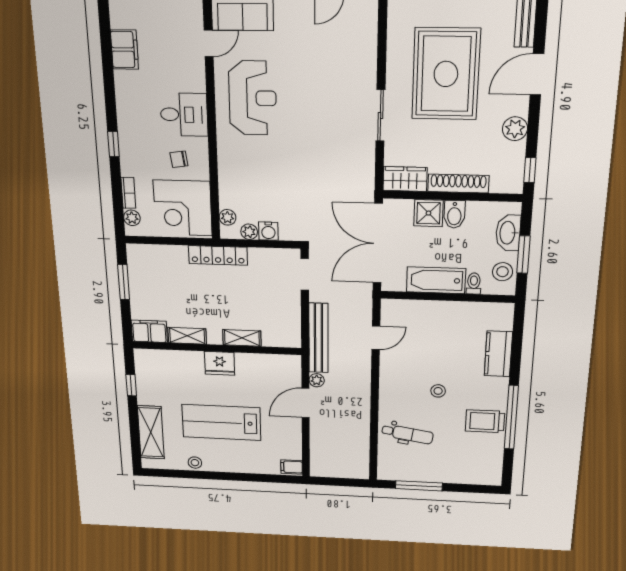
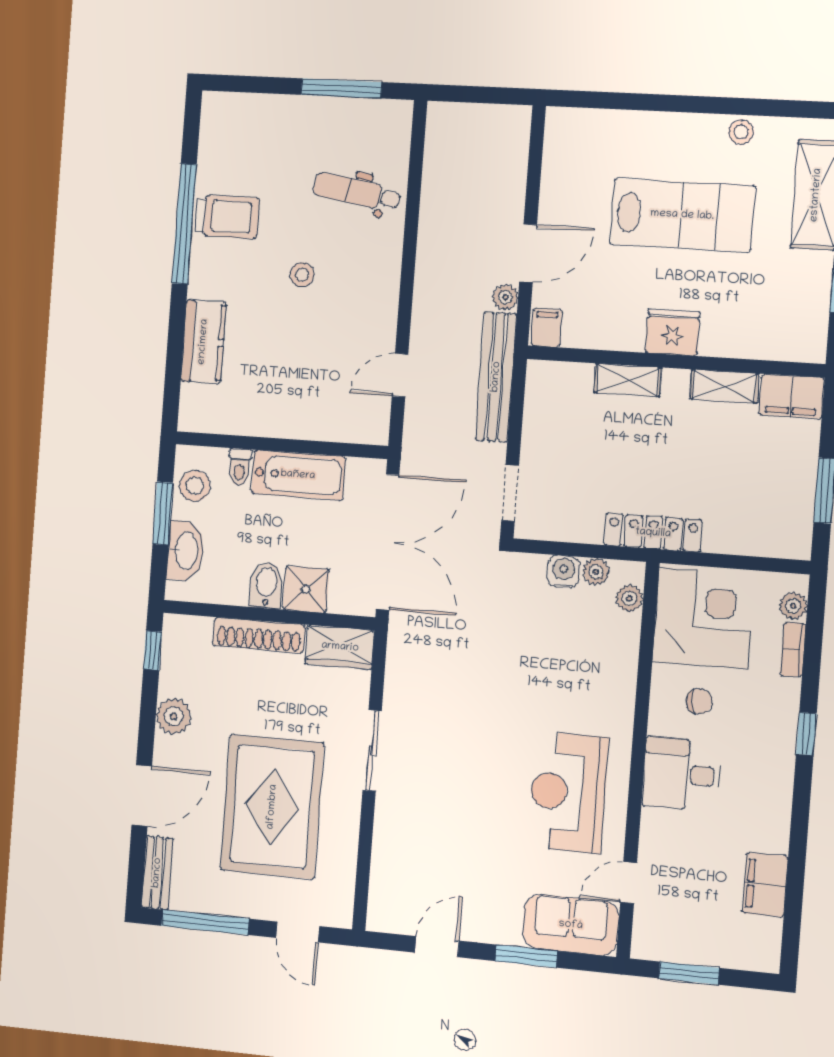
filing cabinet: (292, 467) -> (546, 328), moved, turned -90

